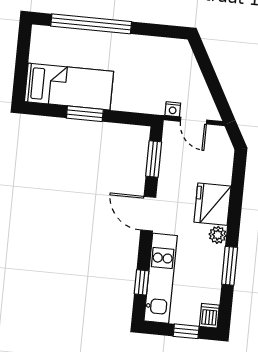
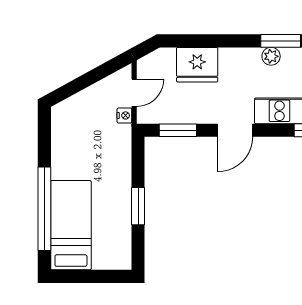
bed: (69, 87) -> (71, 225), moved
fridge: (213, 204) -> (197, 65), moved
plant: (218, 235) -> (271, 56), moved

